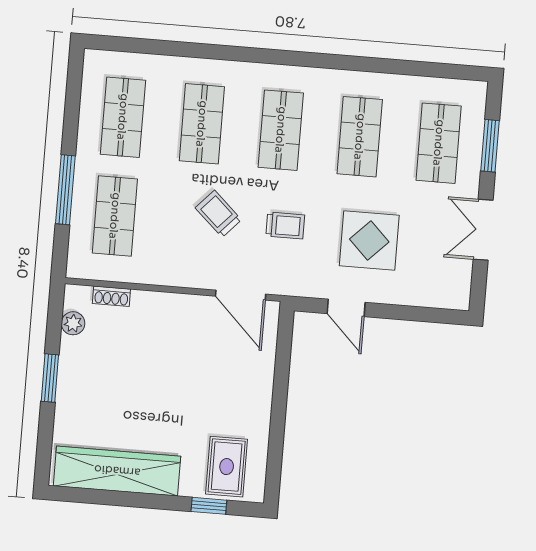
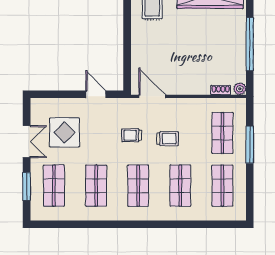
trolley: (218, 214) -> (168, 139), turned -43
display table: (369, 241) -> (65, 132), moved
plant: (73, 323) -> (240, 89), moved
window: (50, 378) -> (250, 44), width x2.11

